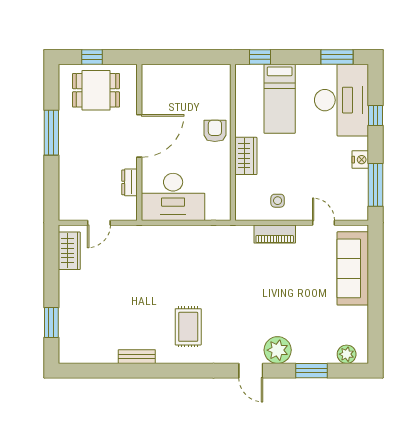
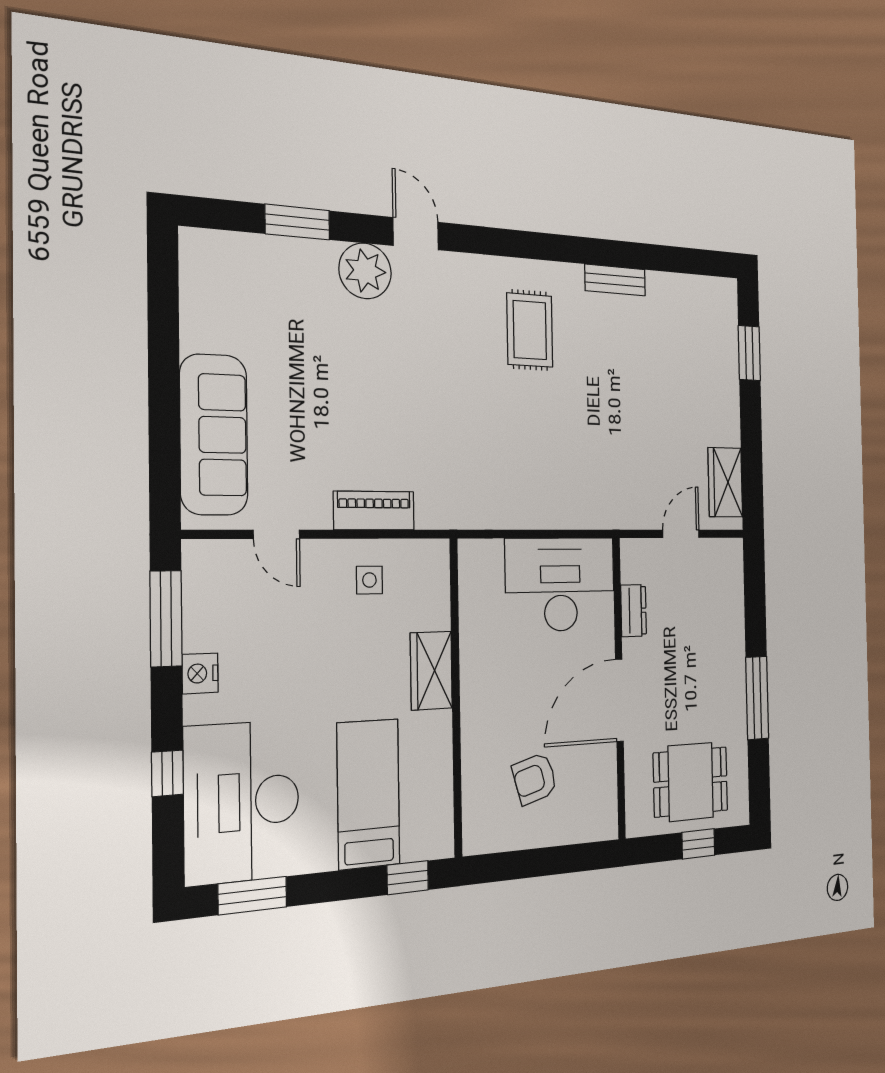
armchair: (215, 131) -> (535, 779), moved, turned 74
plant: (347, 354) -> (225, 250), removed

